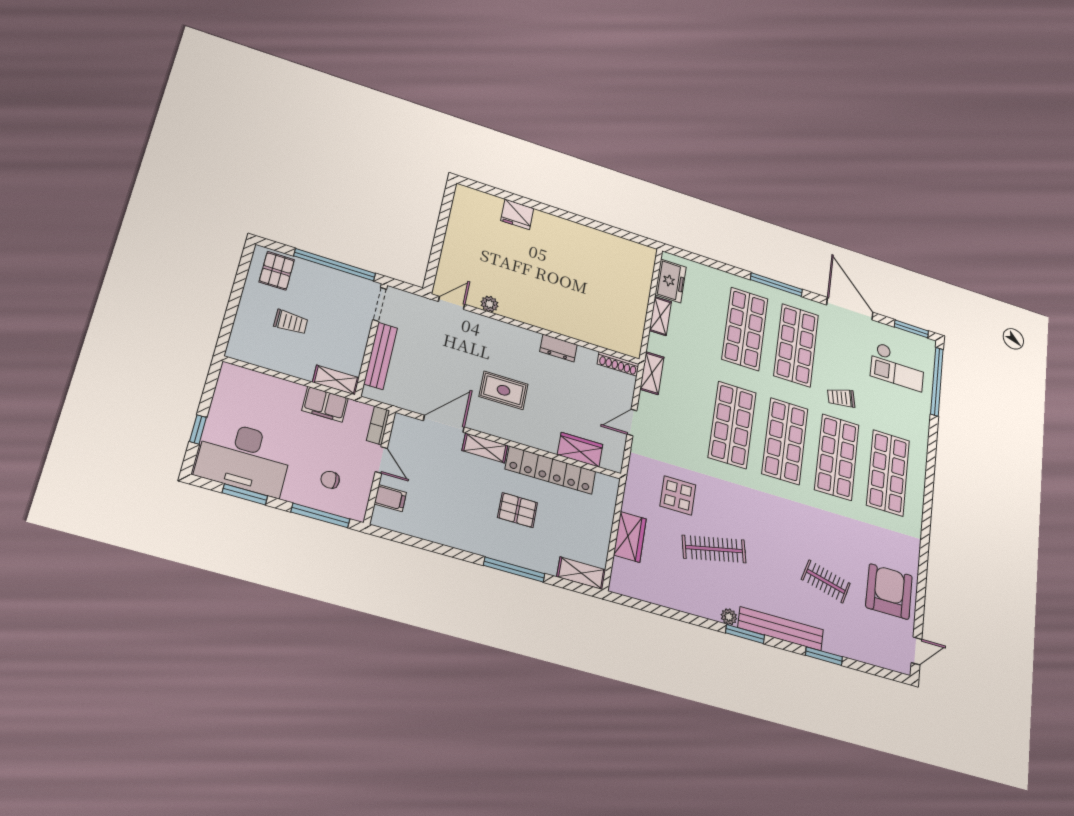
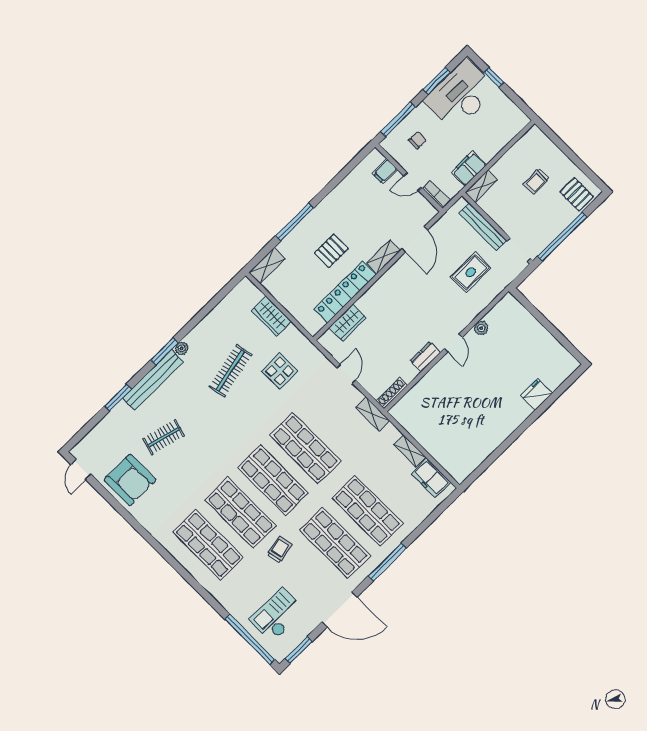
door: (452, 303) -> (453, 343), moved
rug: (503, 390) -> (471, 272), moved

